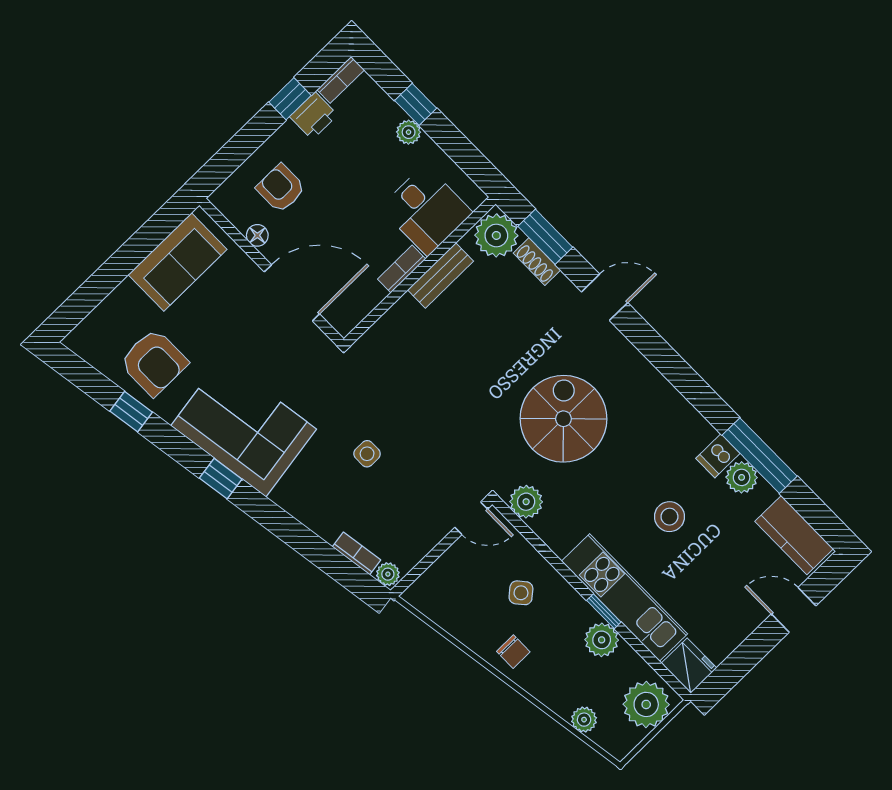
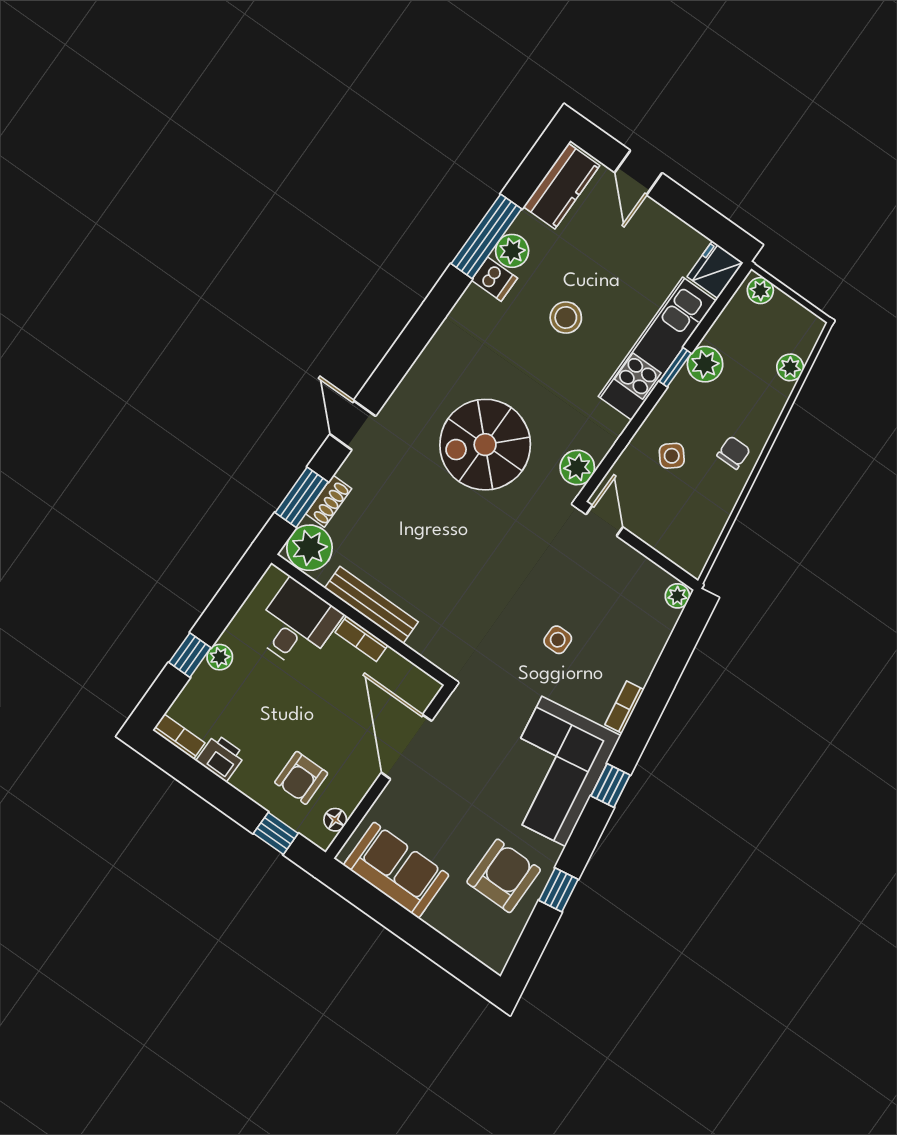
window: (290, 99) -> (276, 833), moved
floor lamp: (257, 235) -> (335, 820), moved
bench: (440, 275) -> (371, 605), width x1.36
bookcase: (357, 553) -> (624, 707), moved
plant: (646, 704) -> (760, 291), width x0.53, depth x0.53

